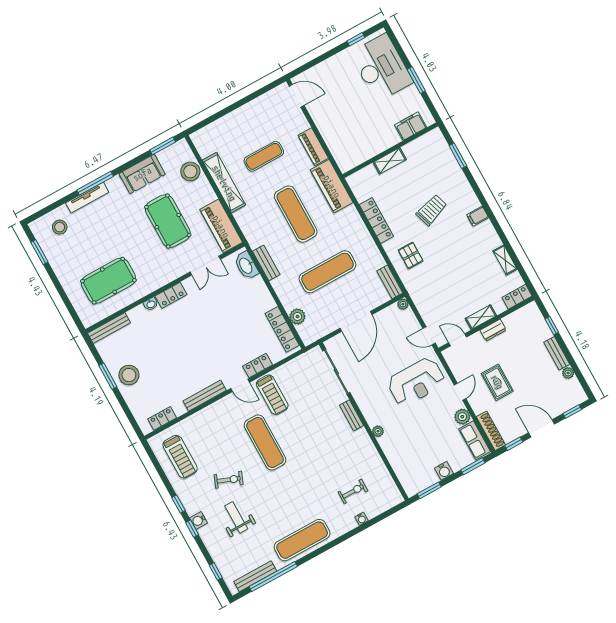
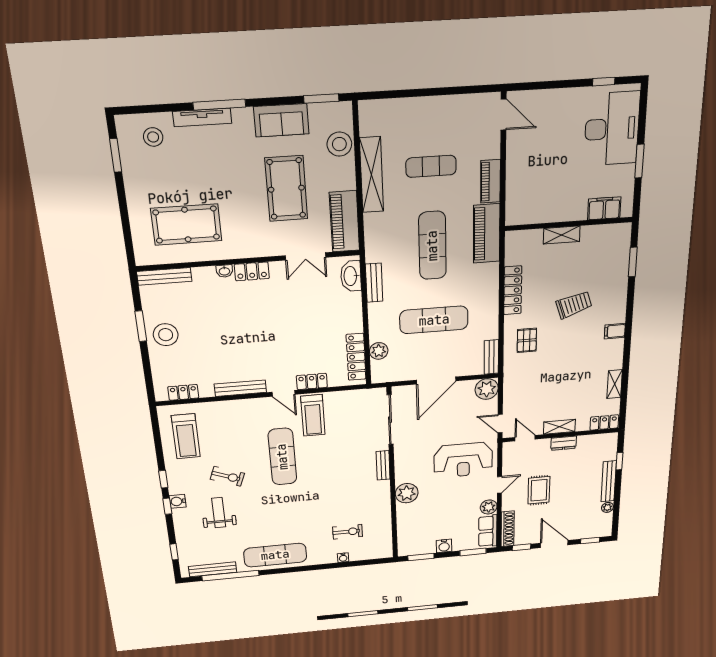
plant: (403, 304) -> (487, 389), width x1.88, depth x1.88
bench: (557, 353) -> (609, 481), width x1.36
plant: (378, 431) -> (407, 493), width x1.88, depth x1.88

